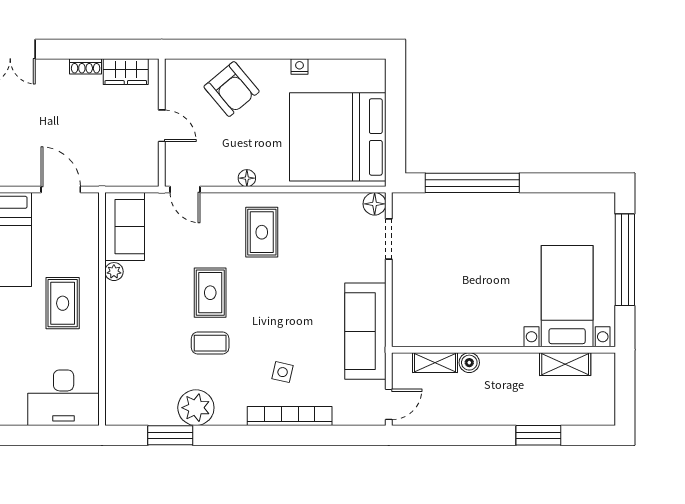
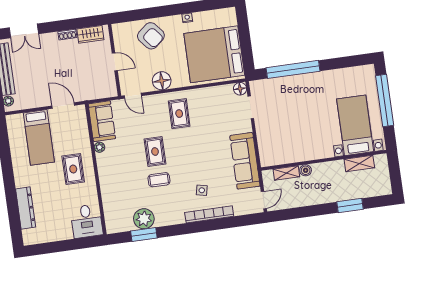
floor lamp: (247, 178) -> (162, 81), width x1.89, depth x1.89
desk: (64, 398) -> (87, 221), width x0.73
plant: (196, 408) -> (144, 219), moved

